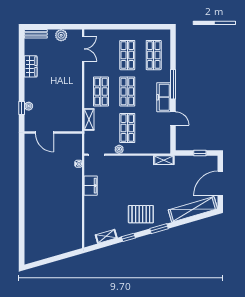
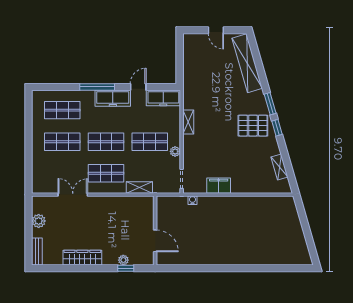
double door: (83, 49) -> (73, 195), moved
wardrobe: (31, 66) -> (82, 258), width x1.50
door: (45, 133) -> (155, 241), hinge flipped
freezer: (164, 139) -> (163, 98), added
window: (200, 153) -> (180, 55), removed
shelving: (164, 160) -> (188, 122), moved
door: (220, 183) -> (216, 30), width x0.53
pallet: (141, 214) -> (253, 126), turned 90
window: (128, 237) -> (277, 128), moved

